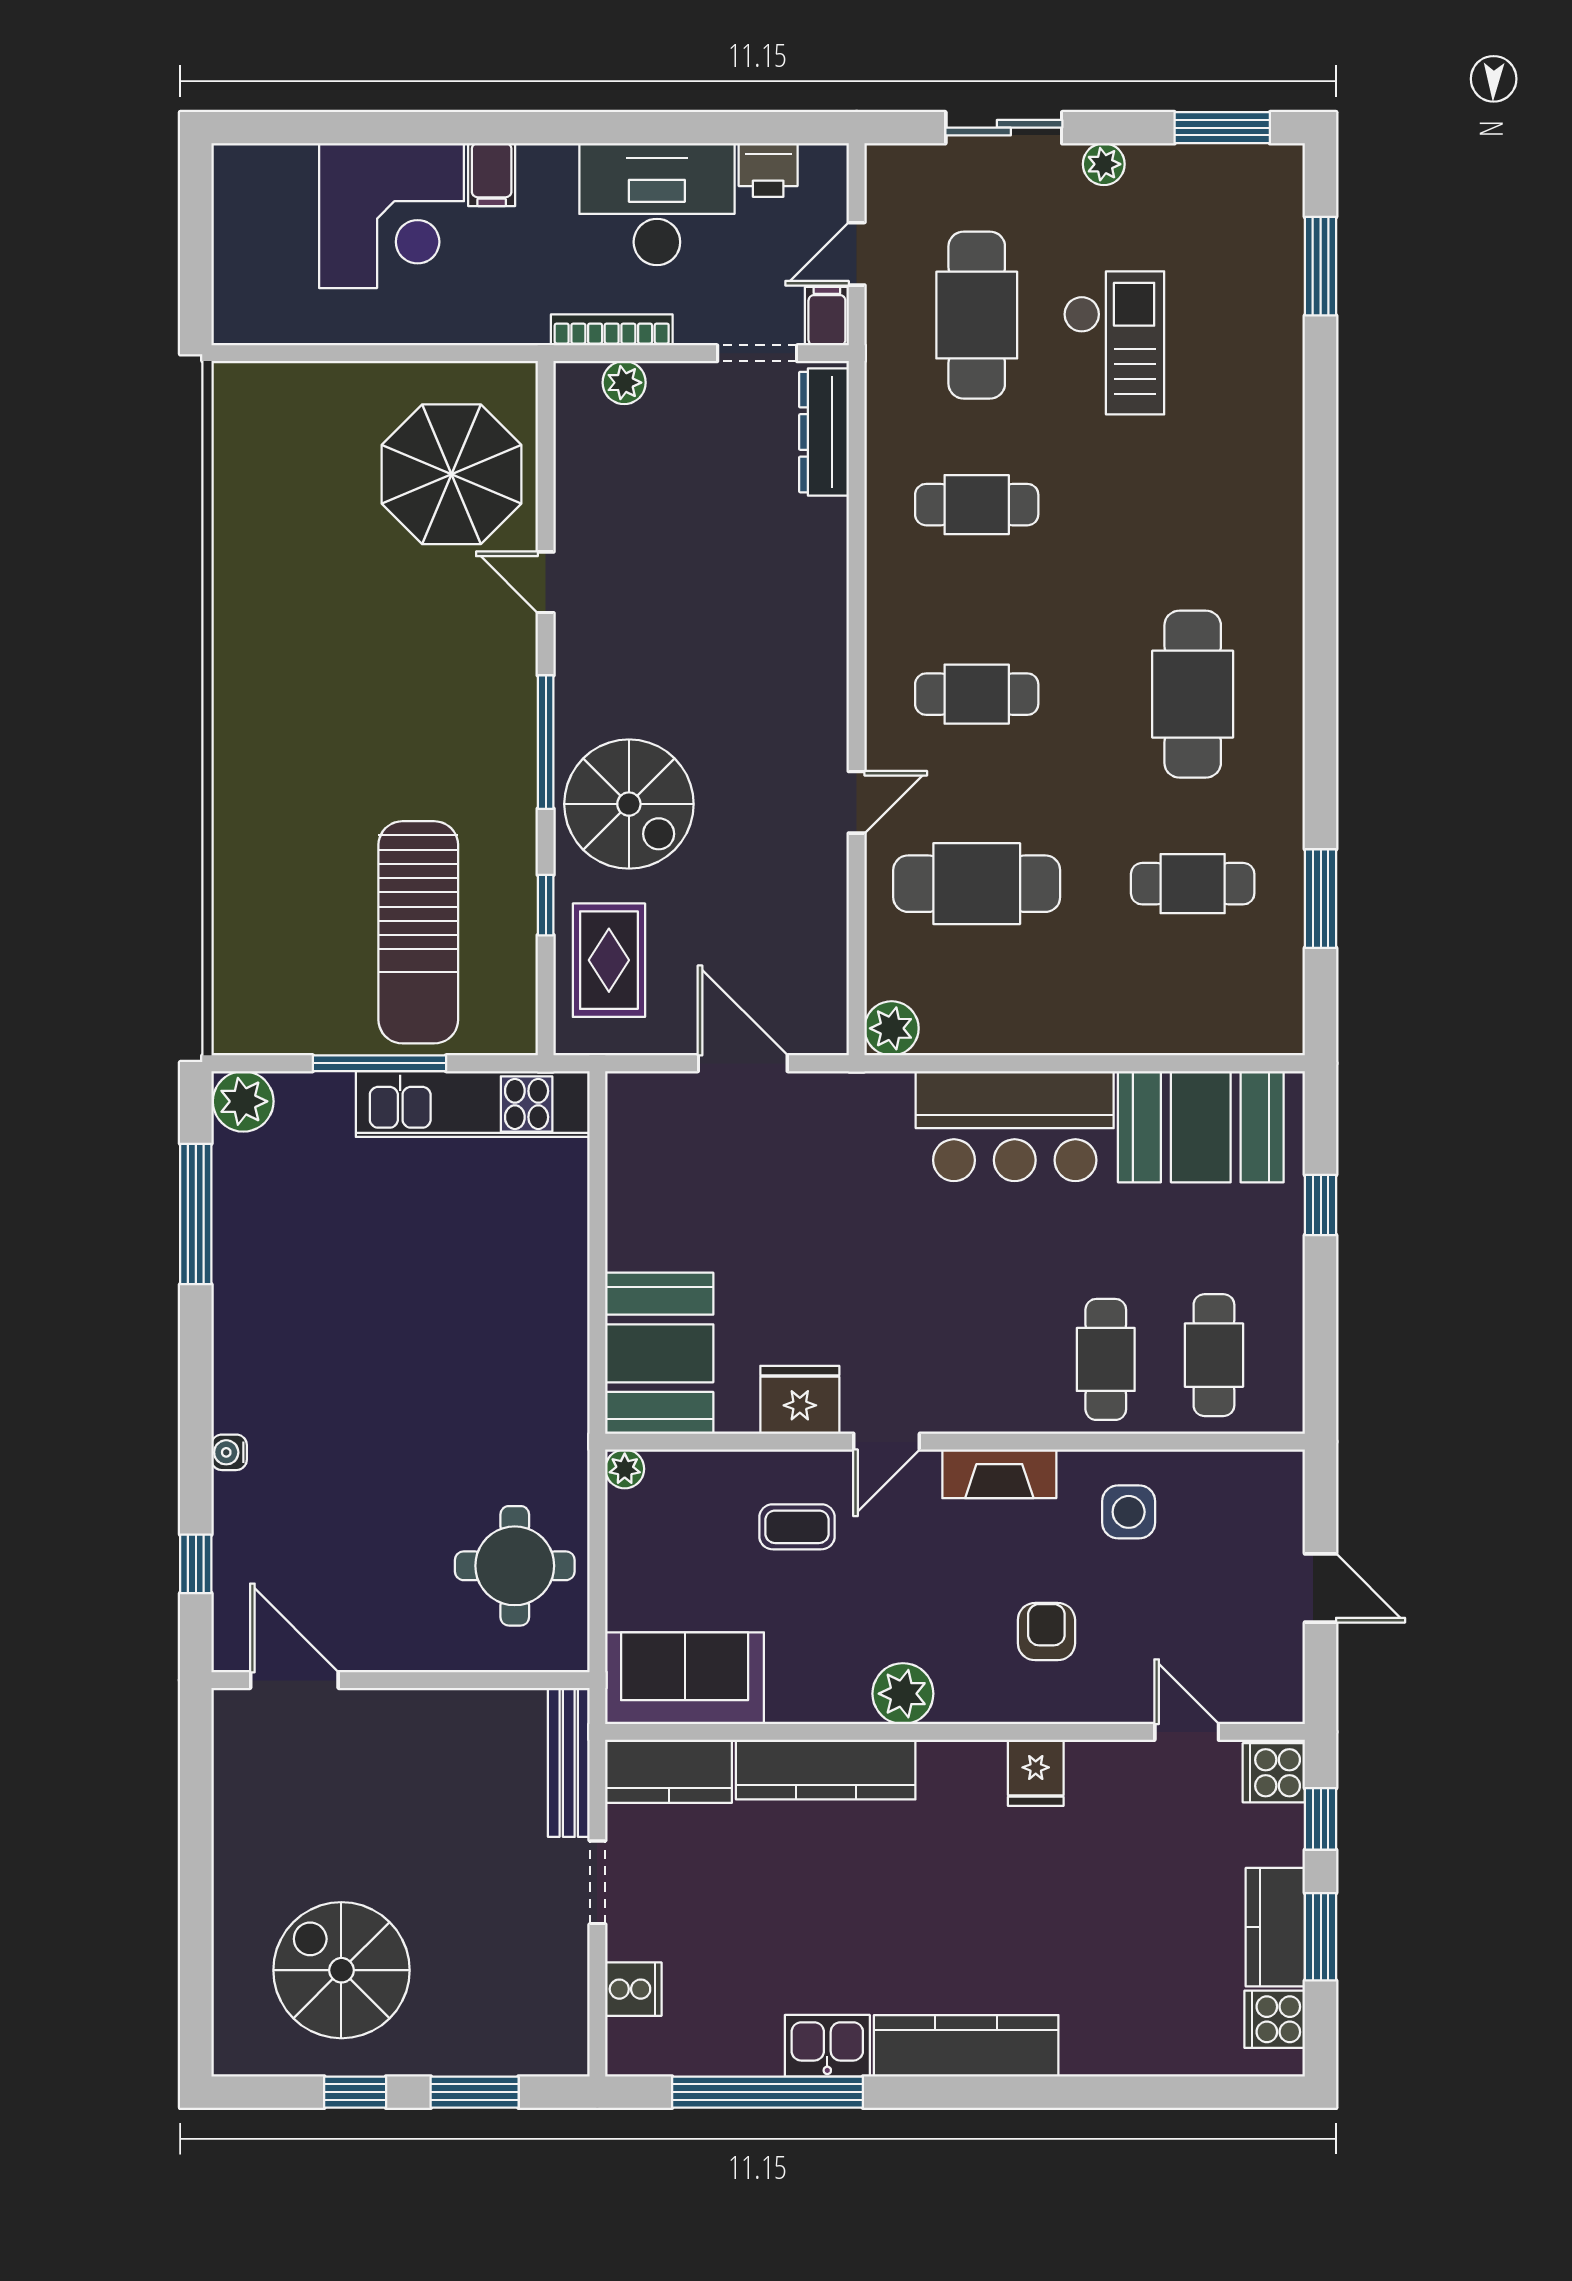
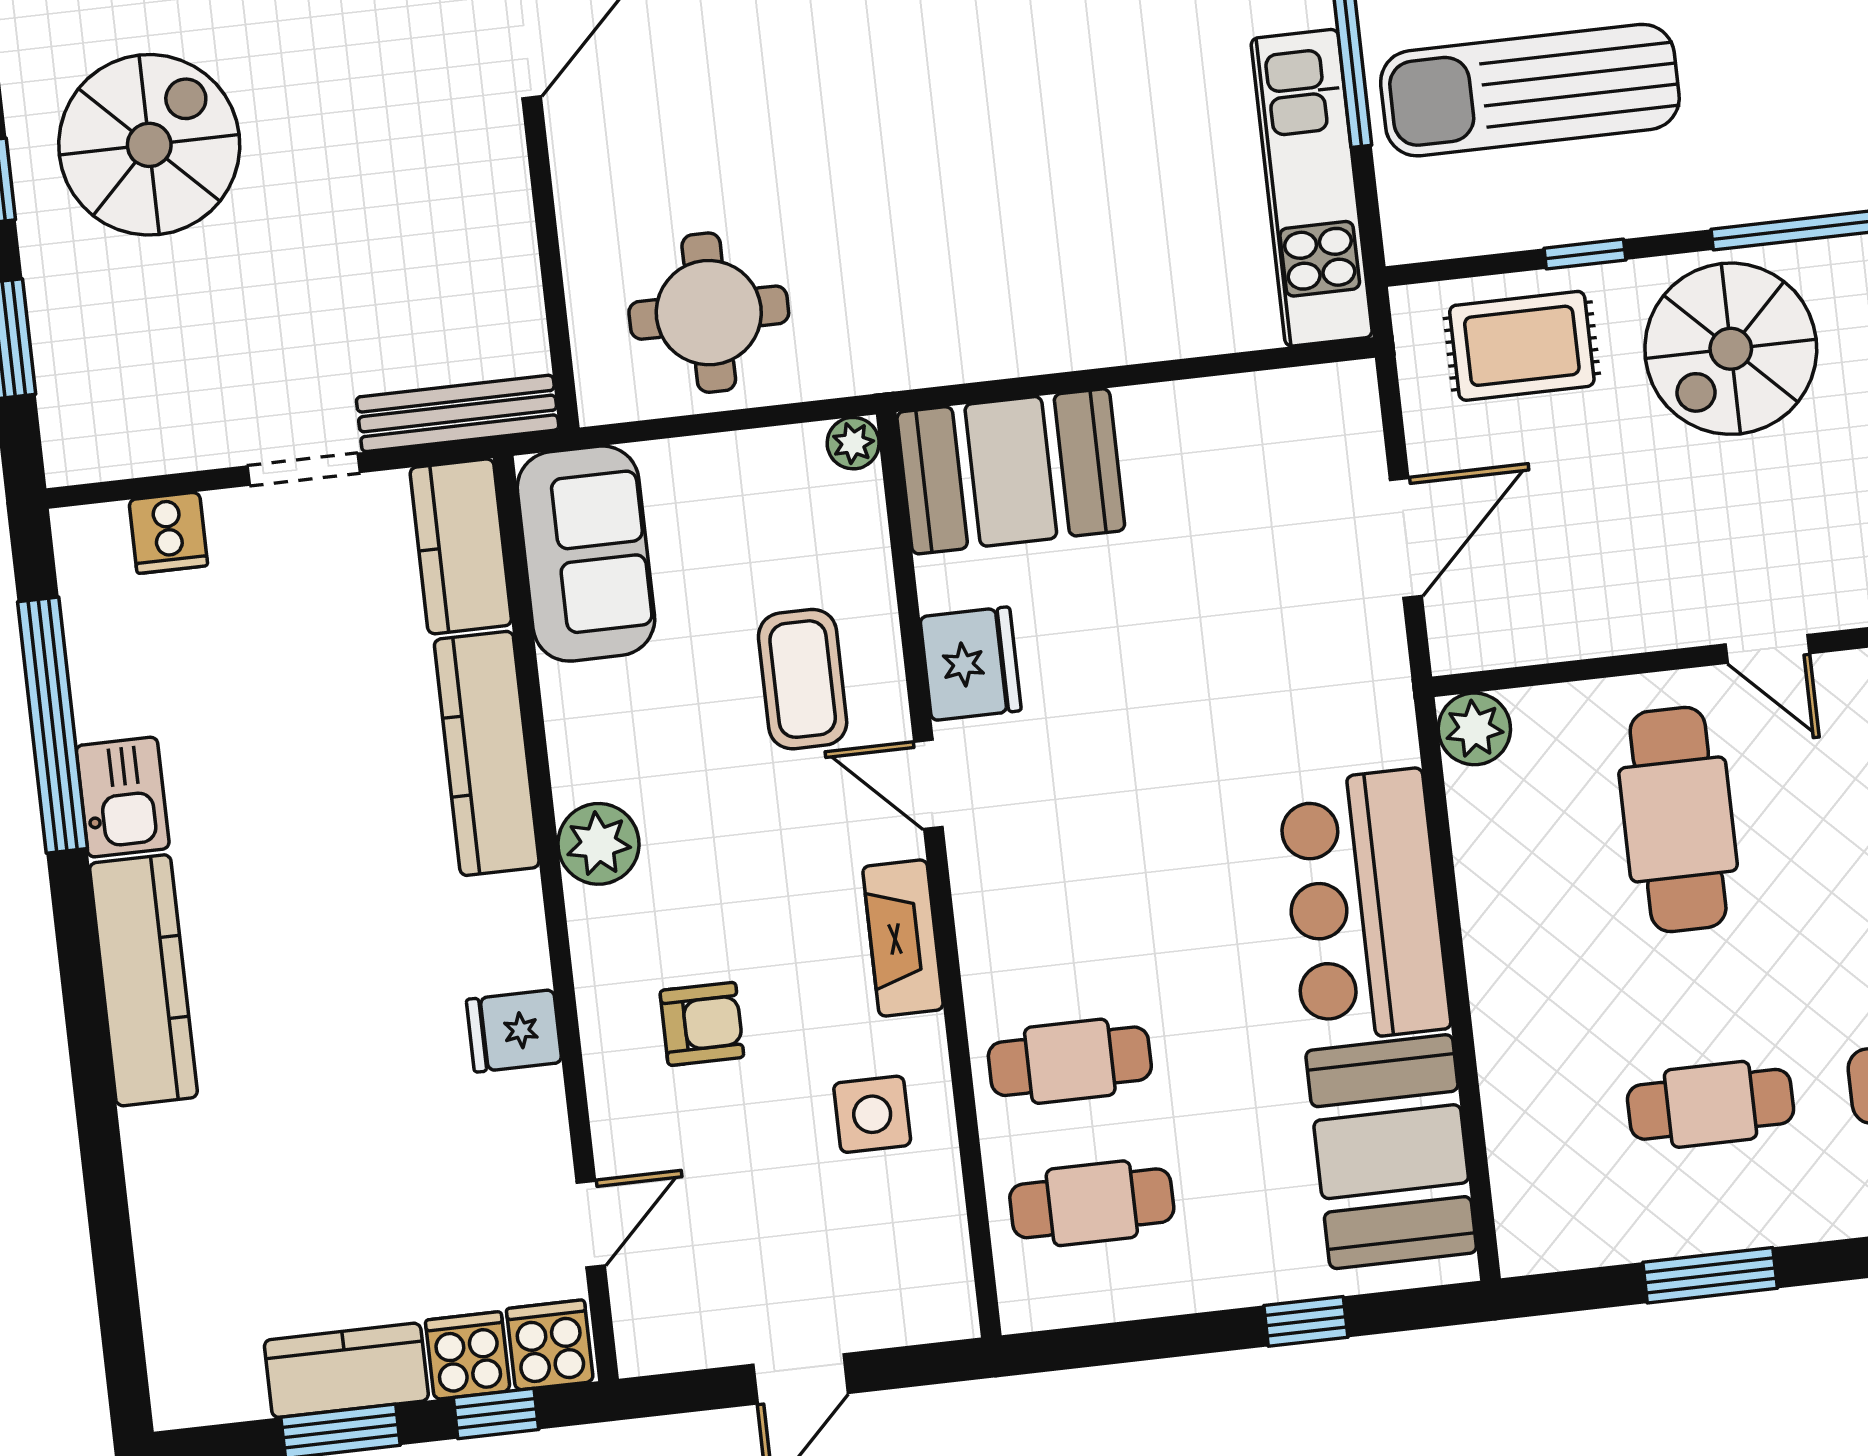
cafe table: (1193, 884) -> (1710, 1104), turned 90
coffee table: (797, 1527) -> (803, 679), width x1.36, depth x1.30
cooker: (1275, 2019) -> (468, 1356), moved

